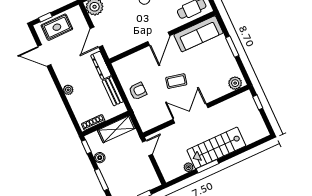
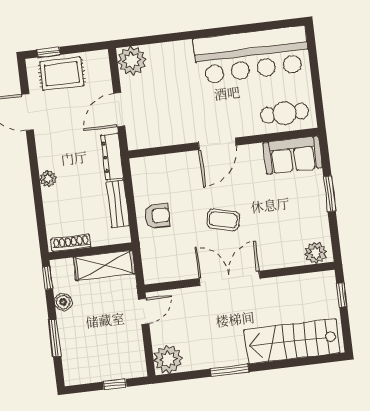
sofa: (198, 34) -> (293, 155), width x0.73
stairs: (216, 148) -> (292, 341), moved
plant: (188, 167) -> (168, 359), moved, width x1.87, depth x1.87

